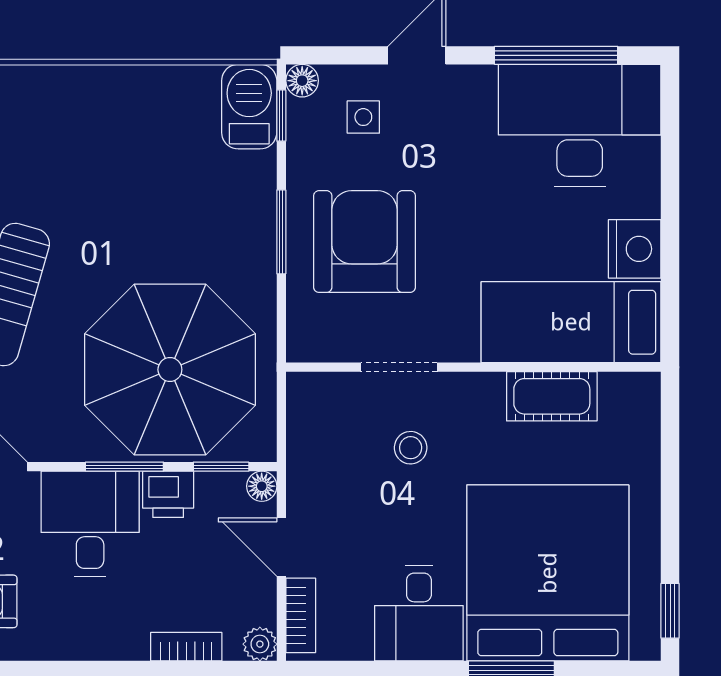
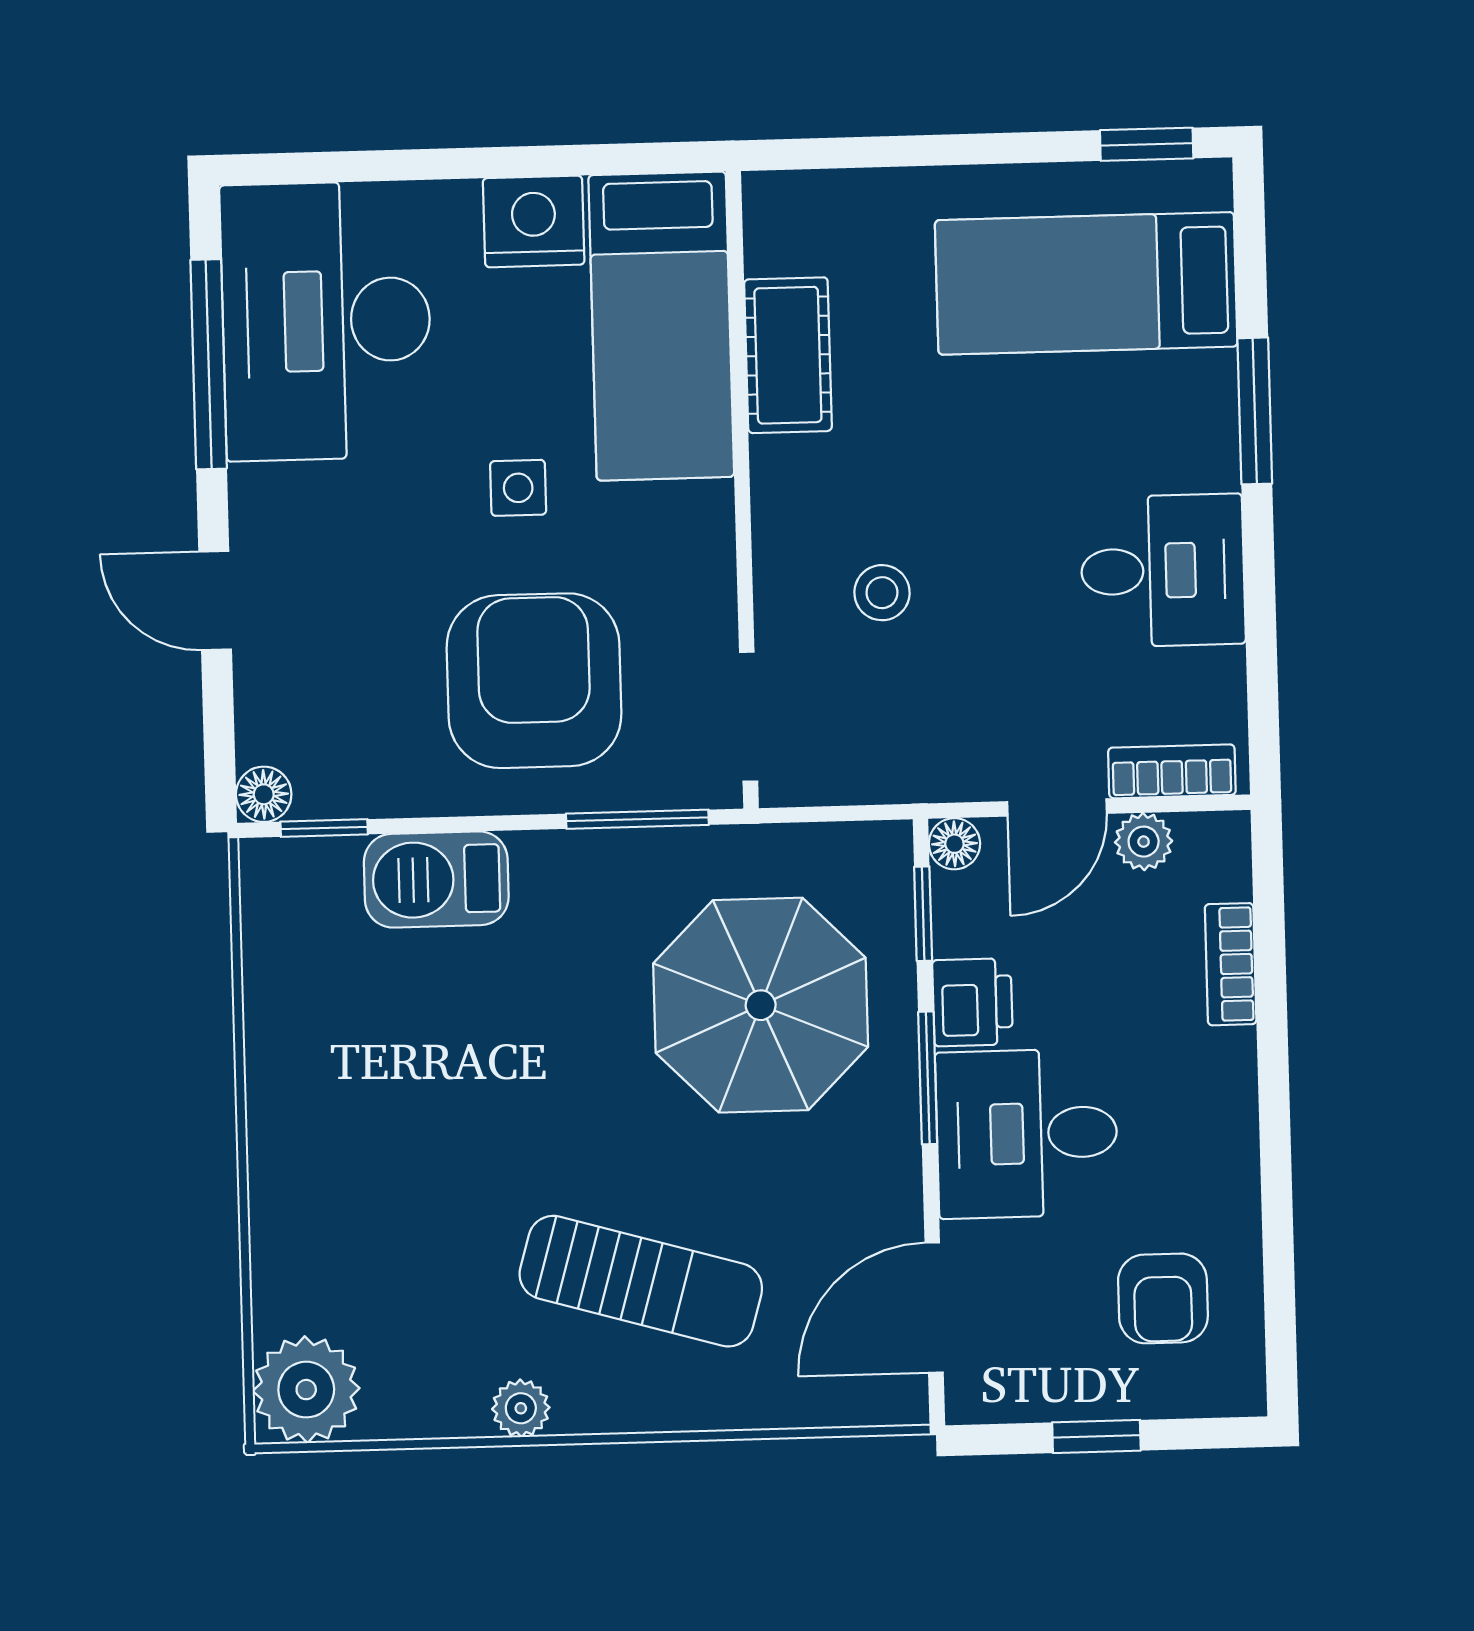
barbecue: (249, 107) -> (436, 879), moved
side table: (363, 117) -> (518, 488), moved
window: (281, 232) -> (637, 819), moved
armchair: (365, 242) -> (534, 681), turned 90
doorway: (399, 367) -> (749, 717), moved
parasol: (170, 370) -> (761, 1005), width x0.73, depth x0.73
bed: (548, 573) -> (1086, 283), width x0.49
plant: (260, 644) -> (1144, 842), moved

